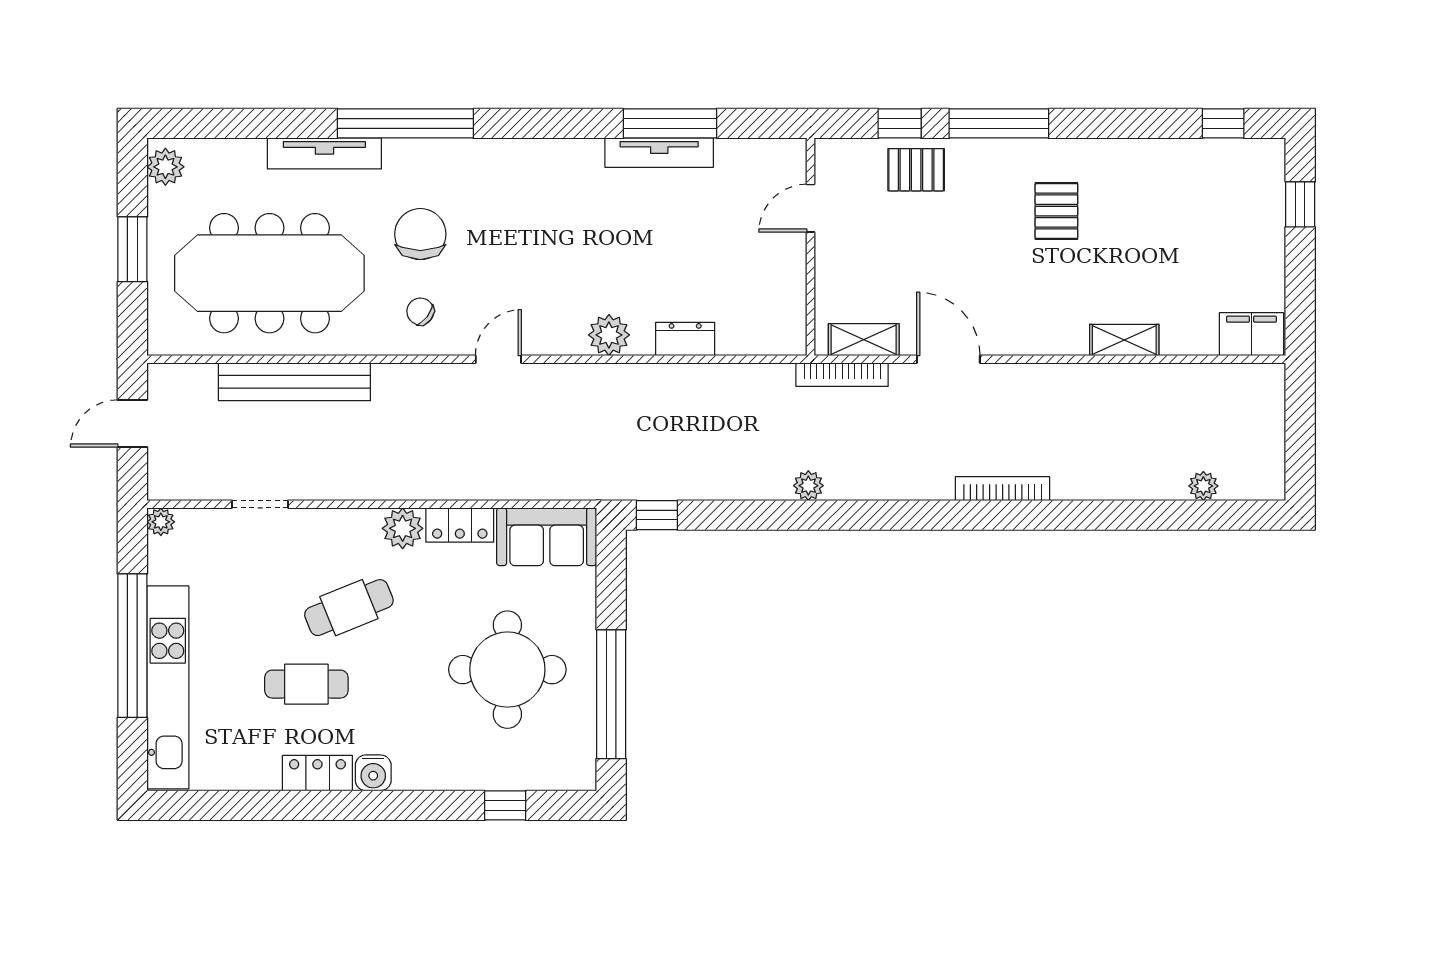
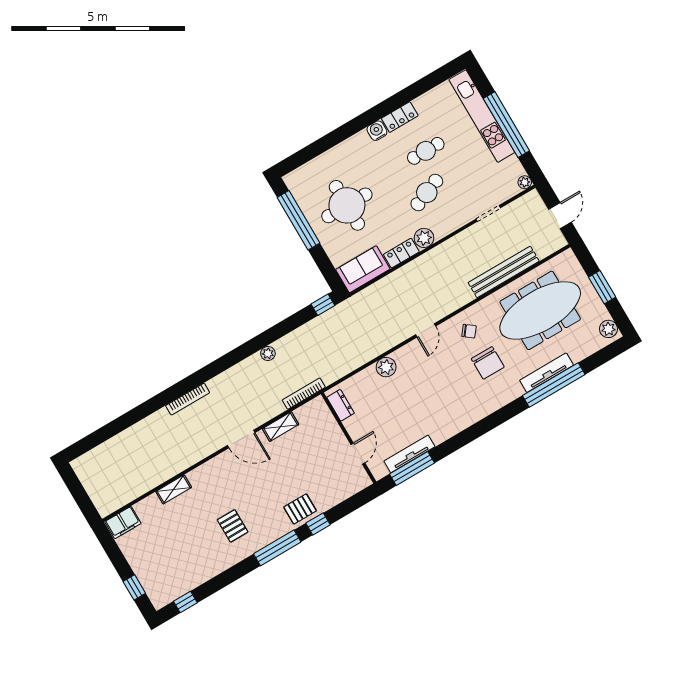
window: (405, 123) -> (554, 385), moved
door: (810, 208) -> (358, 454), moved
wall: (810, 247) -> (349, 438), moved
dresser: (685, 339) -> (341, 405), moved, turned -90
bookcase: (842, 375) -> (304, 394), moved
plant: (1203, 486) -> (106, 449), removed
window: (505, 805) -> (315, 149), removed

